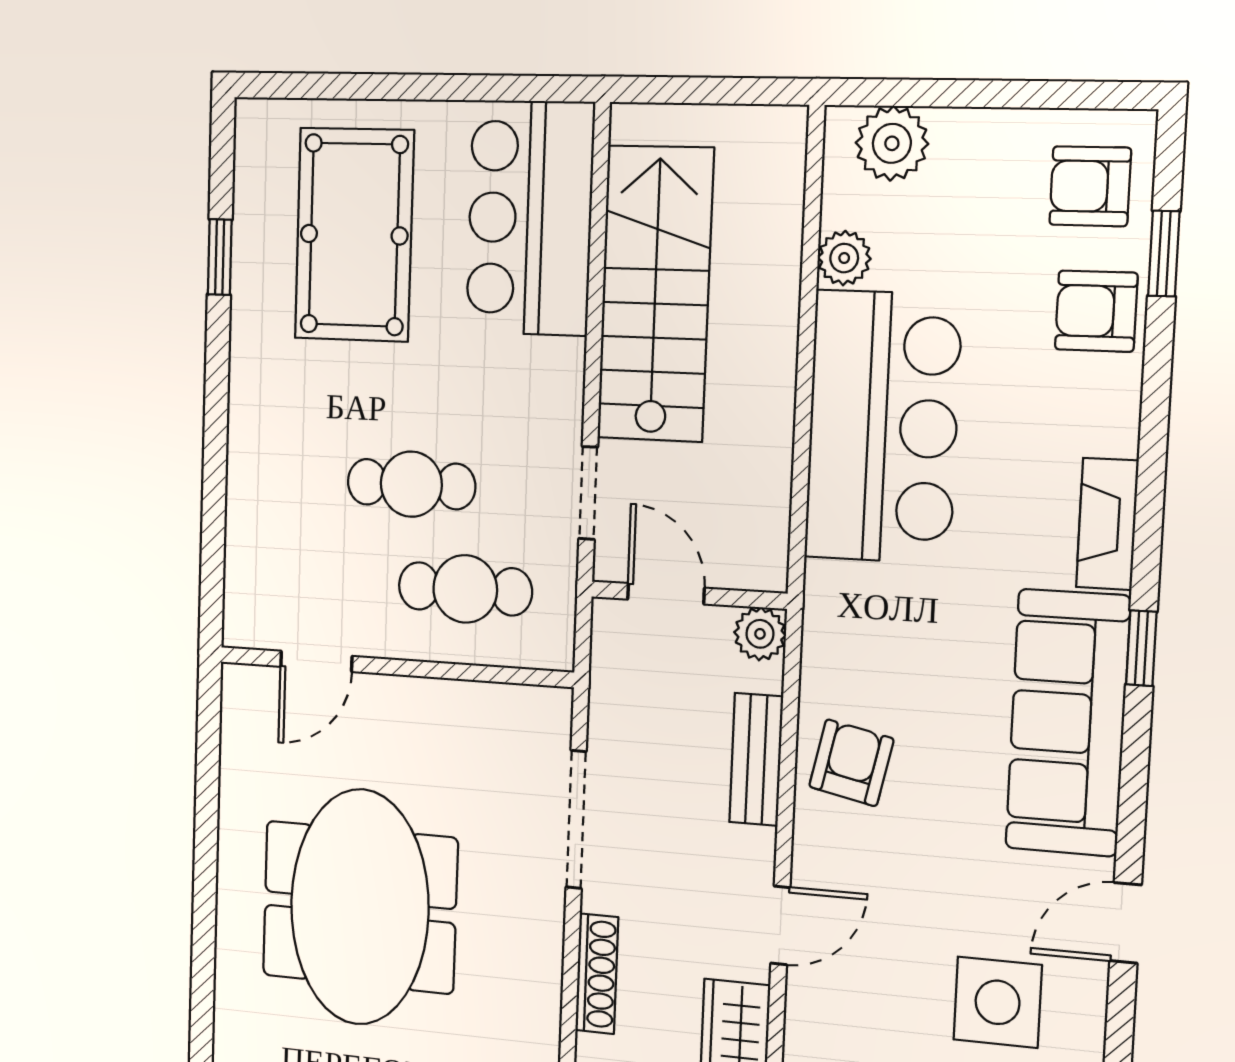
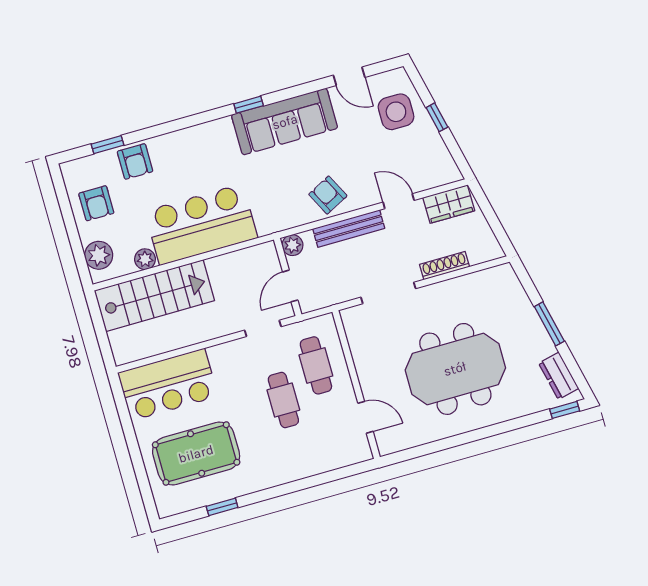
armchair: (1090, 186) -> (96, 203), moved
stairs: (655, 294) -> (154, 296), moved, turned 180
fireplace: (1107, 524) -> (209, 132), removed
bench: (756, 759) -> (349, 229), width x1.36
armchair: (851, 763) -> (328, 195), turned 51

